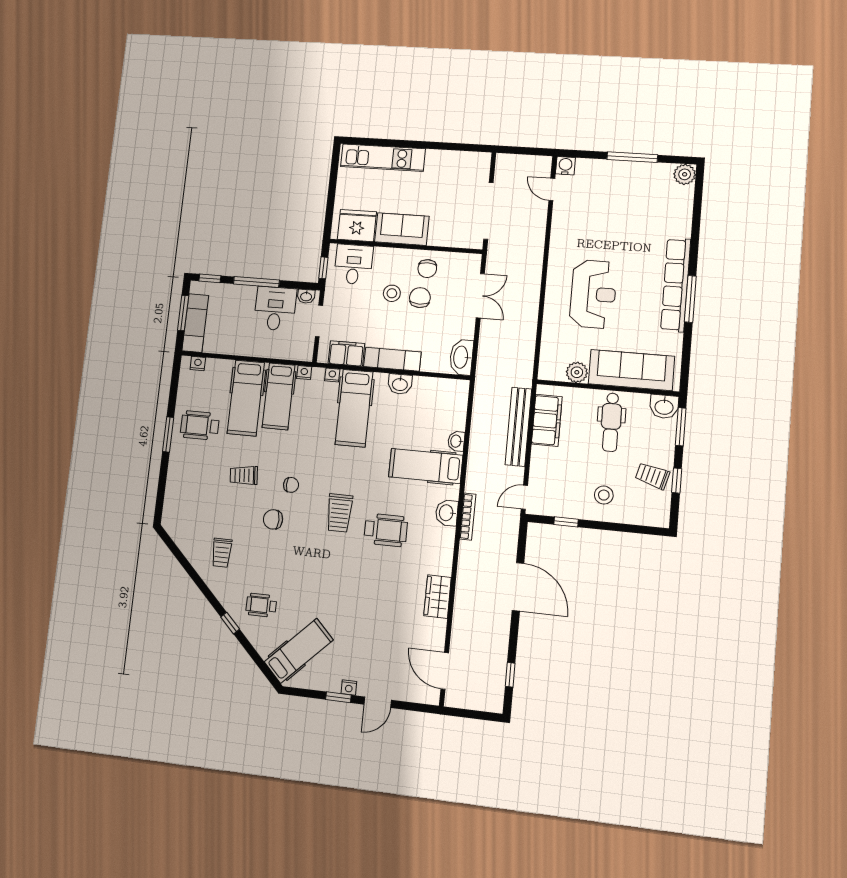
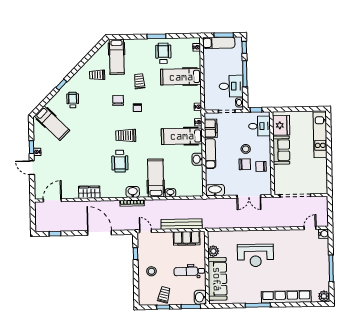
row of seats: (676, 285) -> (286, 297), moved
hospital bed: (279, 396) -> (117, 57), moved, turned -90
door: (518, 587) -> (99, 233), swing flipped

